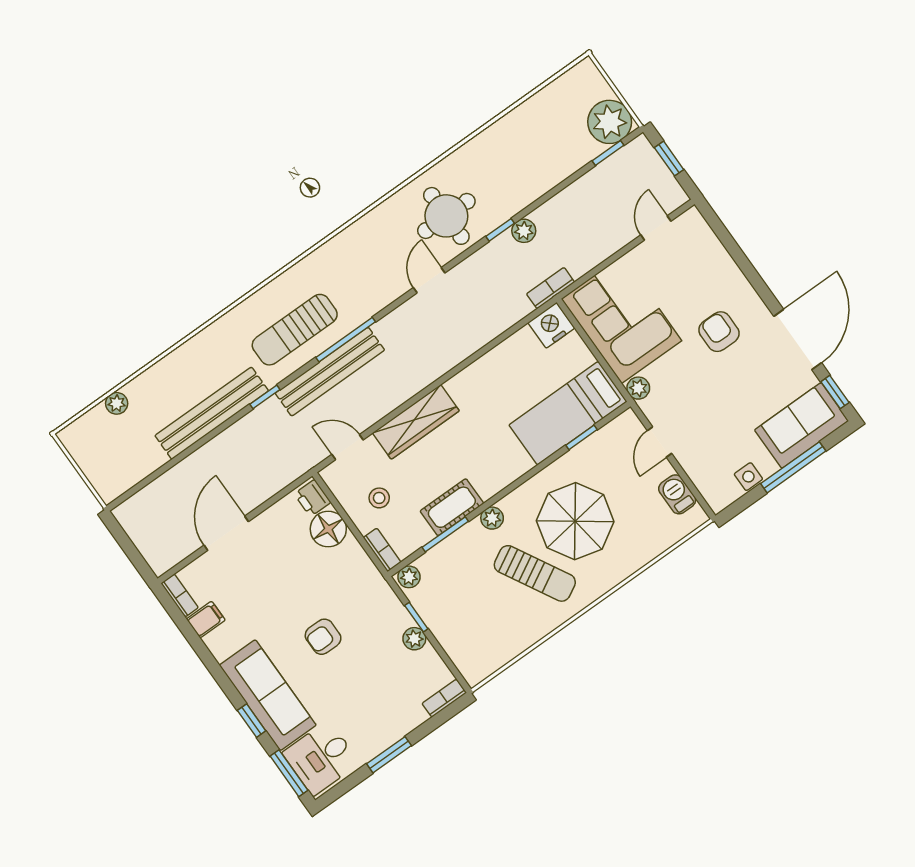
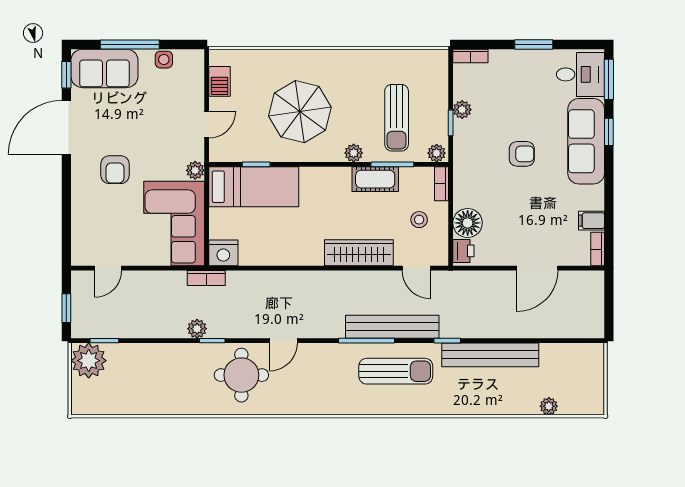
sun lounger: (535, 573) -> (397, 118), moved, turned -151

